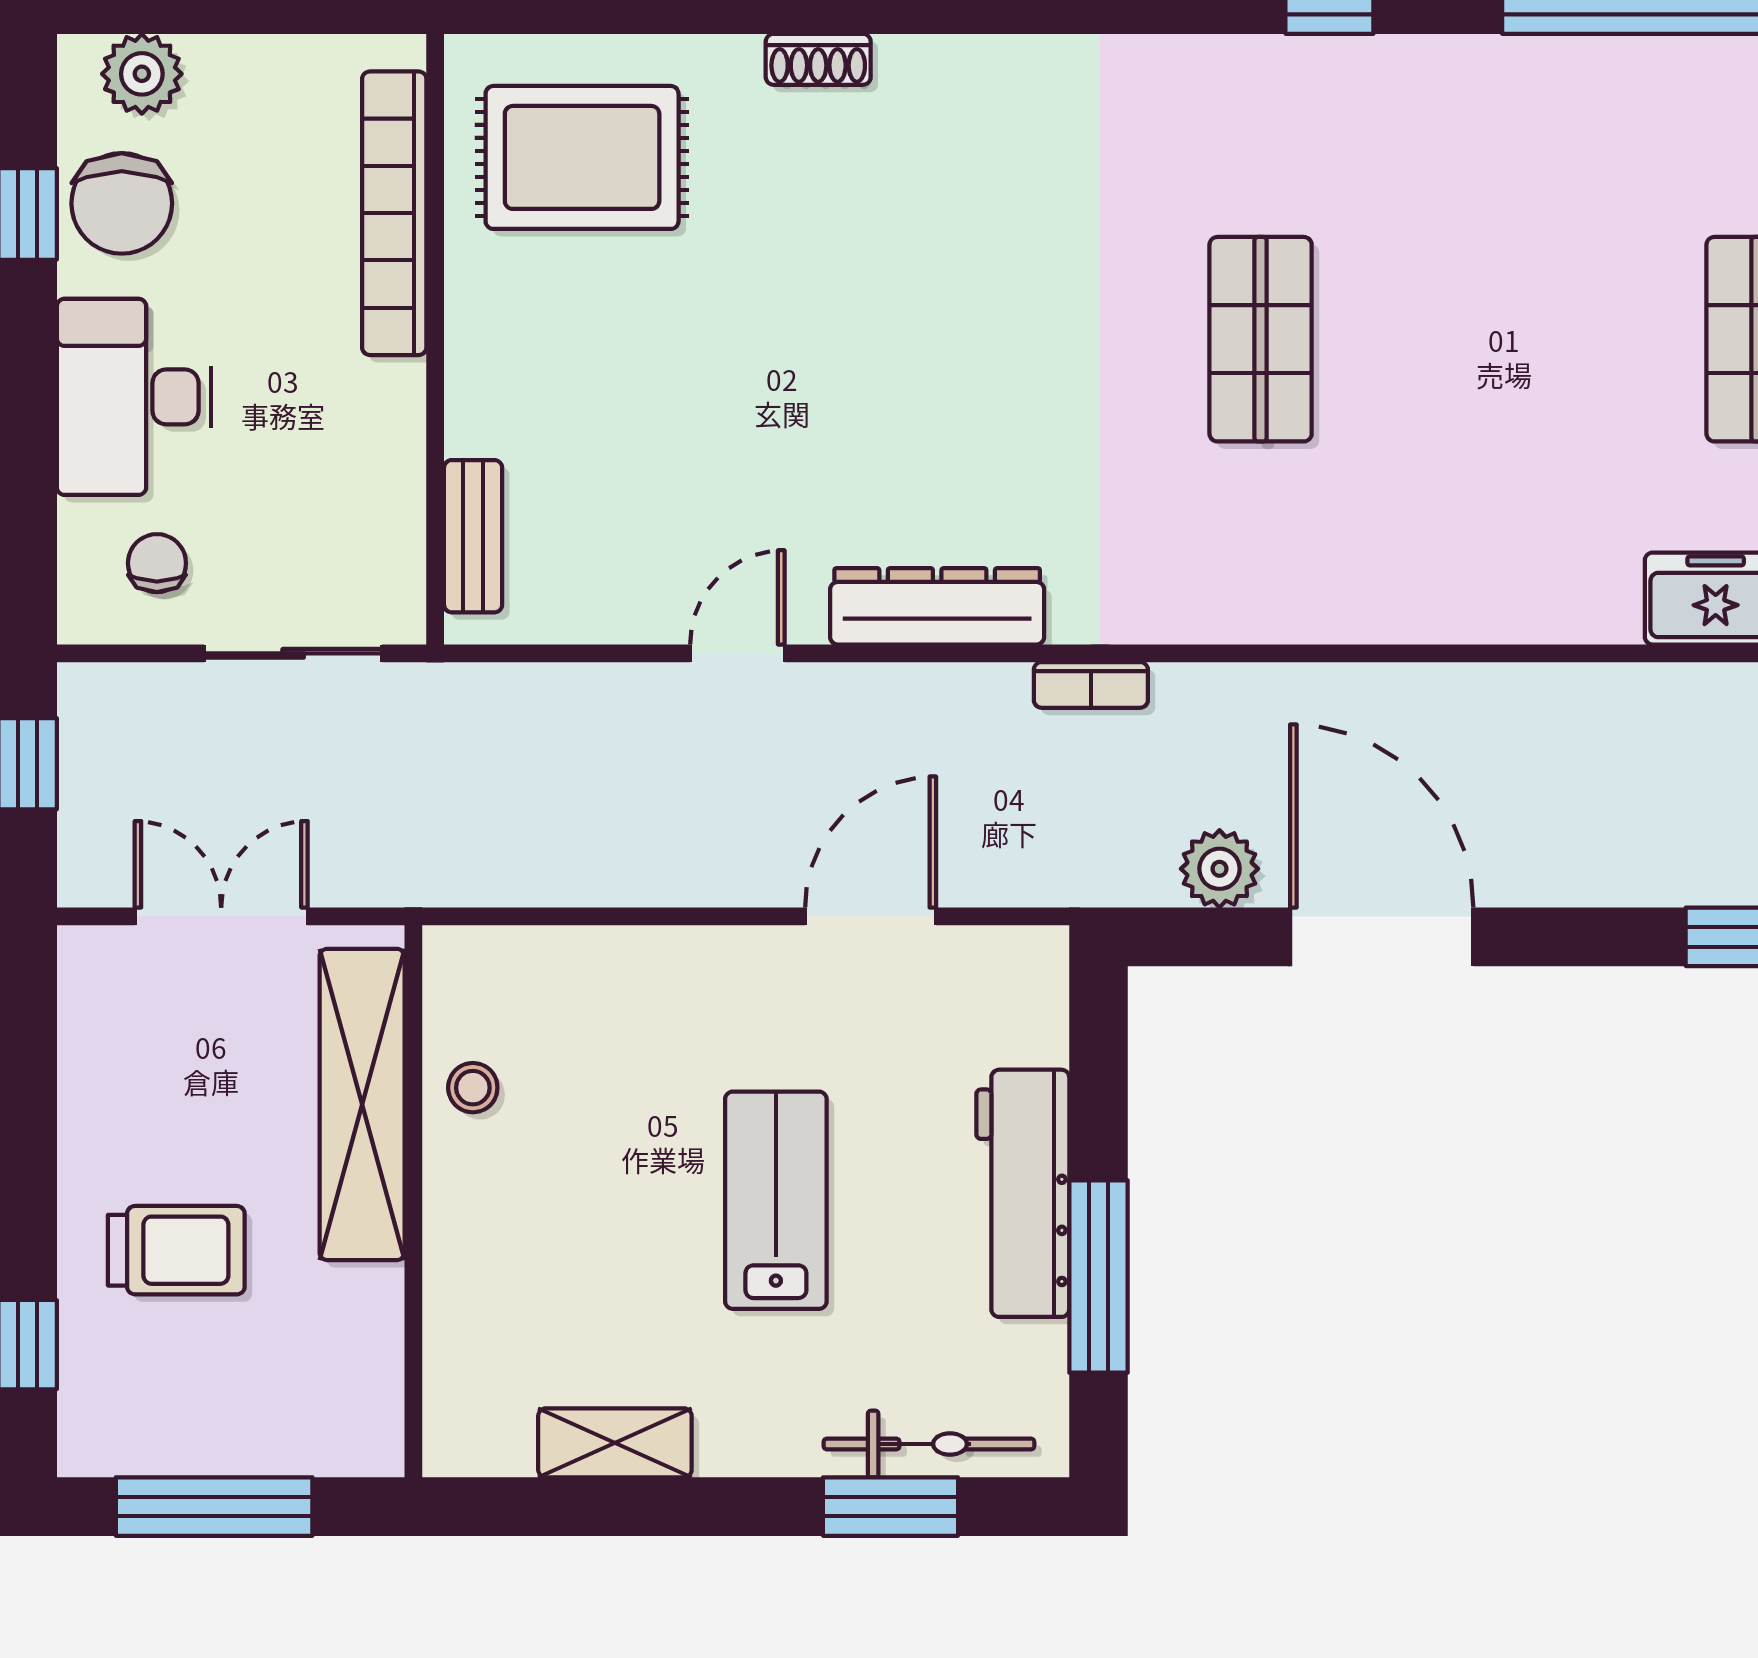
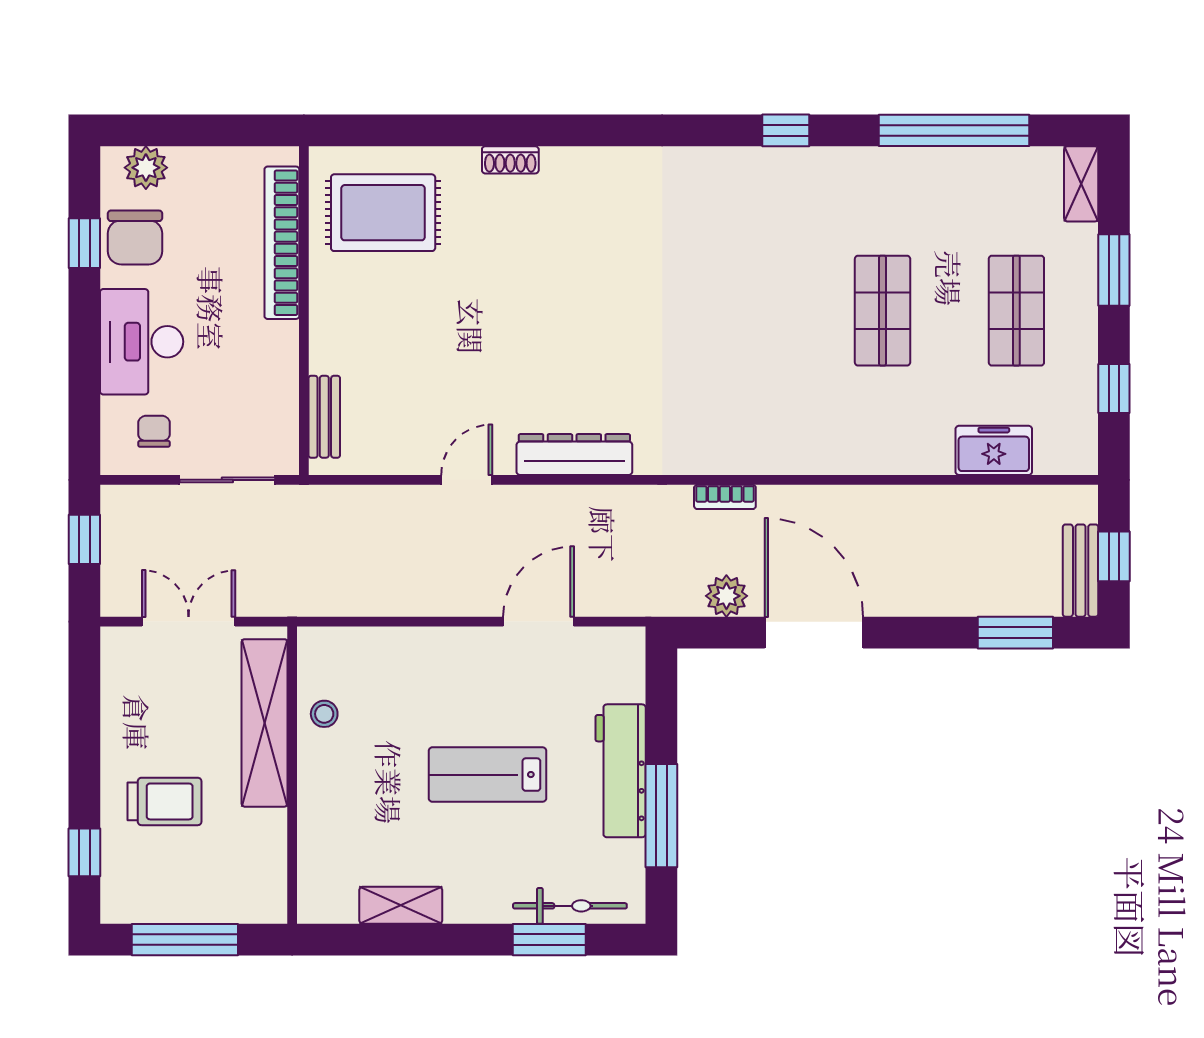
shop shelf: (1261, 339) -> (883, 311), moved
bookcase: (1091, 685) -> (725, 497), moved
lab bench: (776, 1200) -> (487, 775), turned -90

